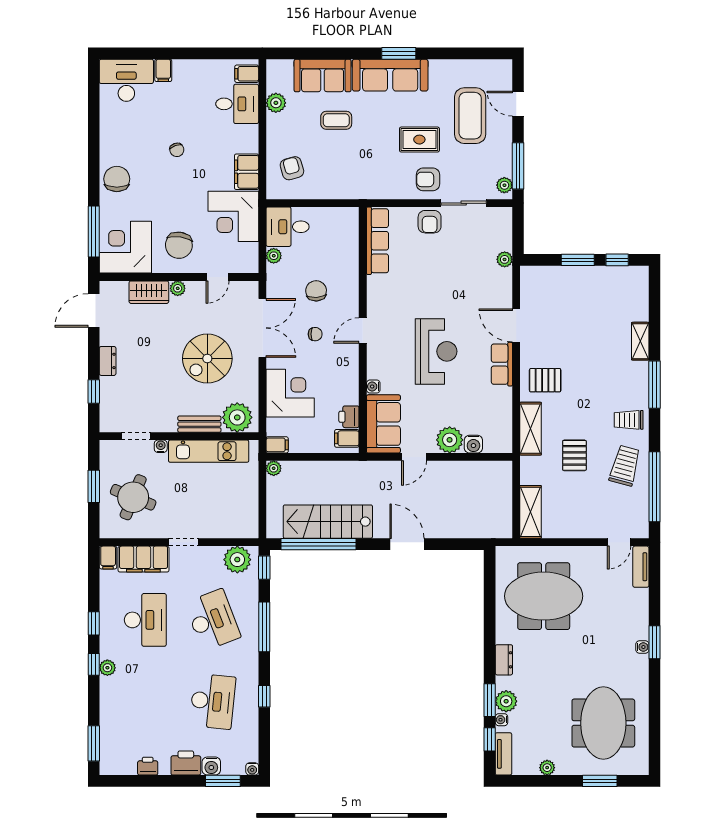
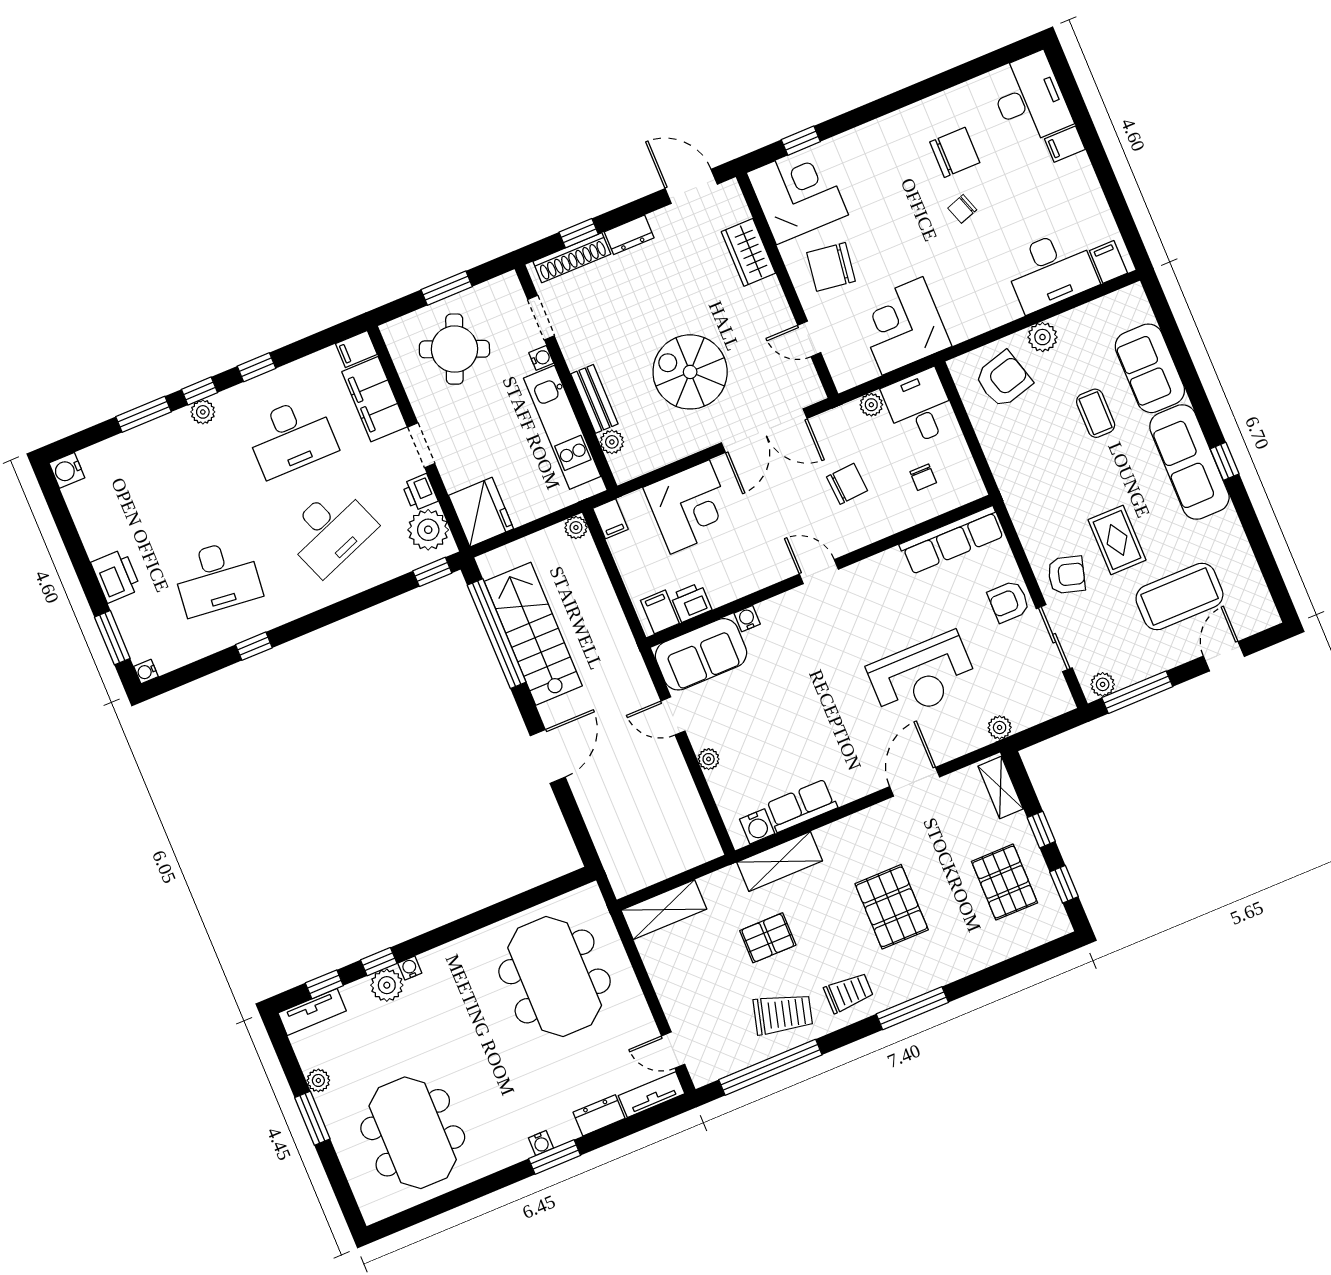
window: (399, 53) -> (1225, 461), width x0.67
plant: (276, 103) -> (1042, 337), moved
desk: (237, 104) -> (1051, 270), width x1.37
armchair: (292, 168) -> (1003, 379), width x1.38, depth x1.38
filing cabinet: (247, 172) -> (972, 318), removed
chair: (117, 179) -> (955, 152), moved
armchair: (428, 179) -> (1066, 575), turned 106
window: (94, 231) -> (801, 141), width x0.46
window: (578, 260) -> (1041, 830), width x0.67
plant: (178, 288) -> (770, 290), removed
pallet: (601, 296) -> (1005, 882), added
chair: (315, 334) -> (923, 477), moved
shelving: (640, 341) -> (1001, 787), moved, turned 90
reception desk: (436, 351) -> (922, 676), moved
row of seats: (502, 364) -> (801, 806), moved
pallet: (545, 380) -> (892, 907), moved, width x1.50, depth x1.42
shoe rack: (107, 402) -> (572, 258), added
plant: (237, 417) -> (612, 442), width x0.53, depth x0.53
trolley: (629, 420) -> (849, 993), turned 90
plant: (450, 440) -> (709, 759), width x0.53, depth x0.53
water cooler: (473, 444) -> (757, 826), moved, turned -90
fridge: (240, 523) -> (481, 512), added
window: (264, 627) -> (350, 606), removed
dresser: (504, 660) -> (599, 1115), moved, turned 180
window: (490, 700) -> (379, 962), width x0.67
water cooler: (501, 720) -> (410, 968), moved
meeting table: (603, 723) -> (413, 1133), turned 90
window: (94, 743) -> (144, 414), moved
printer: (148, 766) -> (420, 492), moved, turned 180
water cooler: (211, 766) -> (67, 470), moved
window: (600, 781) -> (312, 1118), moved

